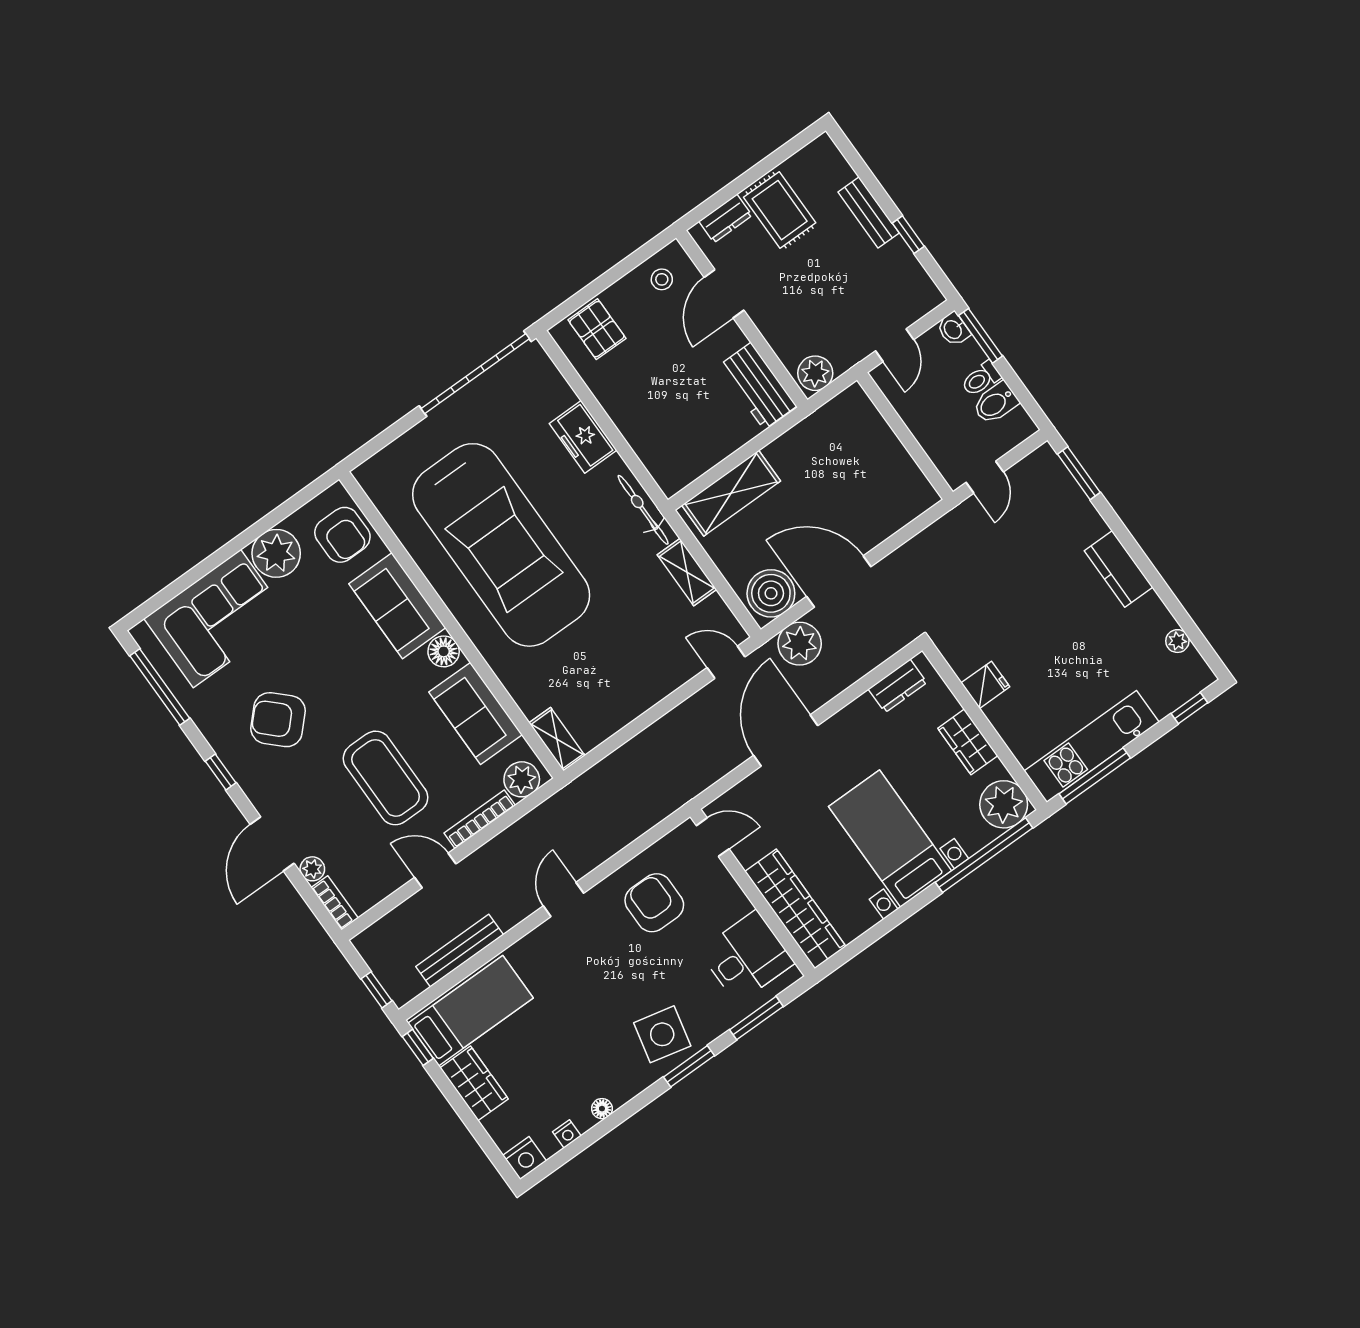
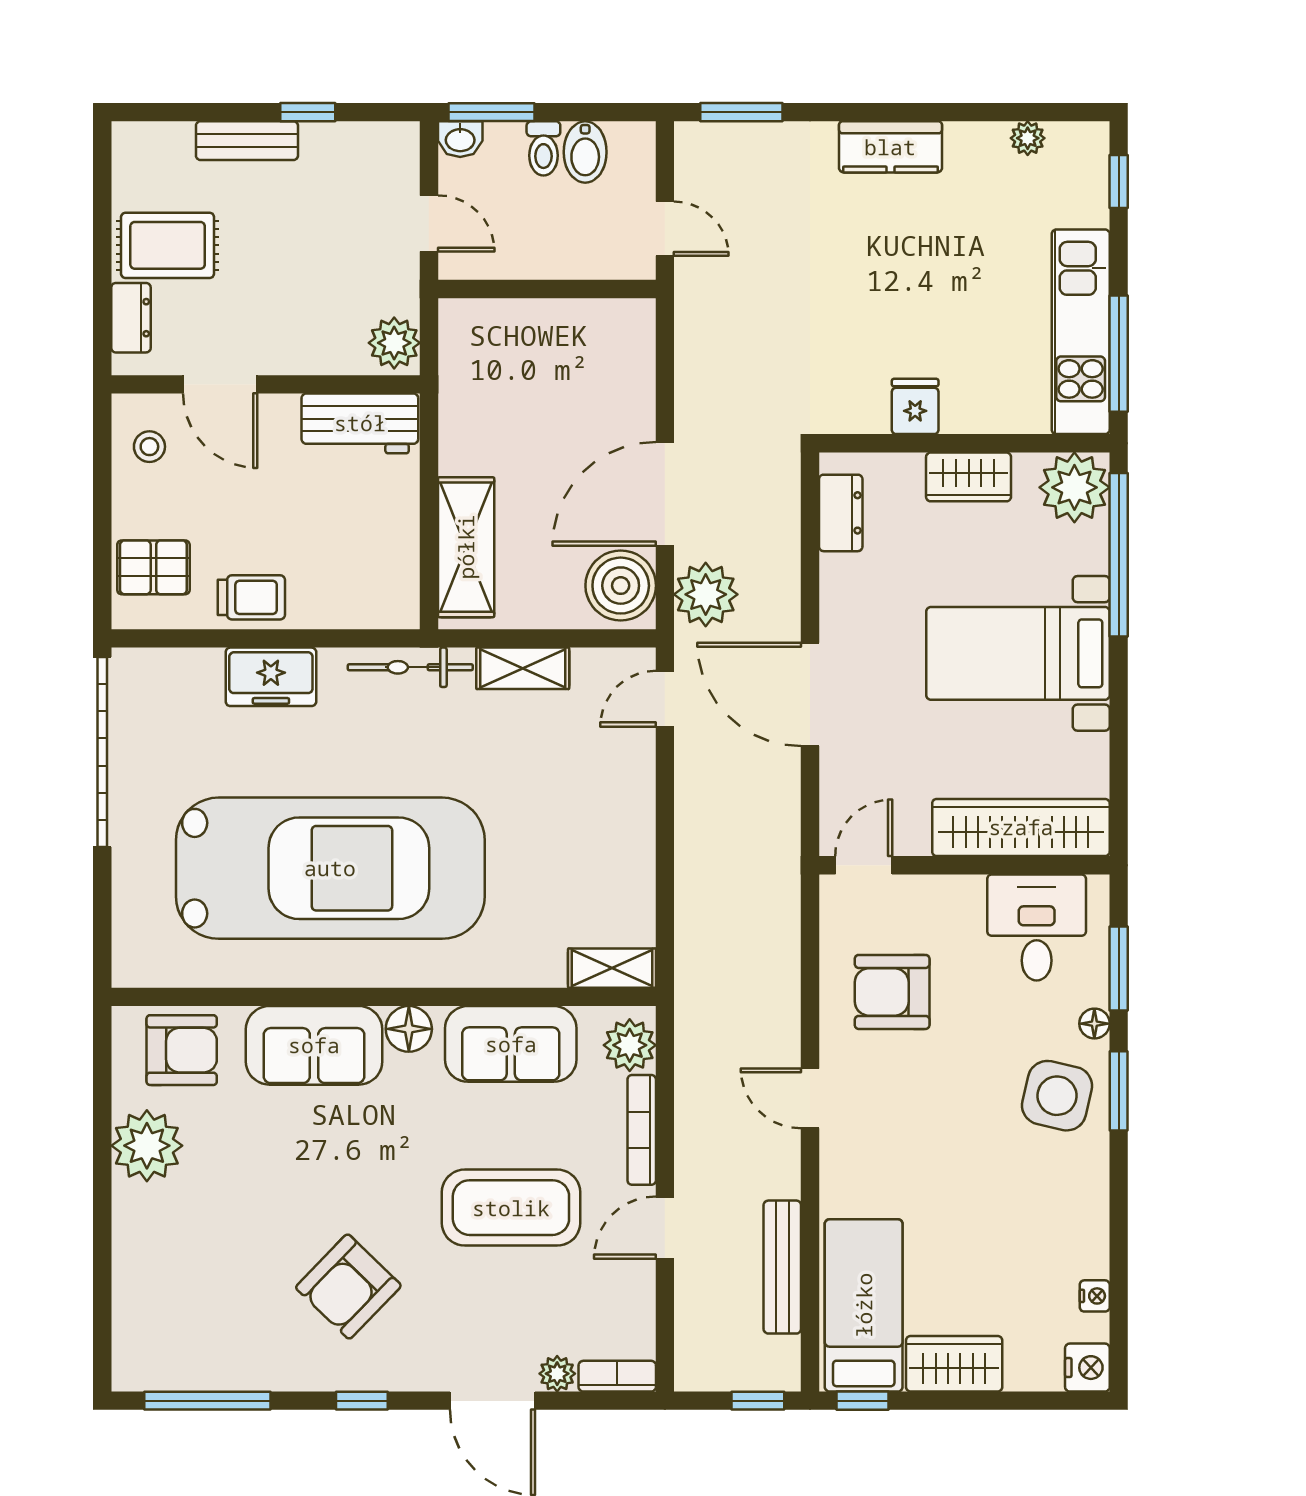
trolley: (619, 395) -> (251, 597), added
corner sofa: (217, 619) -> (174, 1273), removed
floor lamp: (602, 1109) -> (1094, 1024), moved

